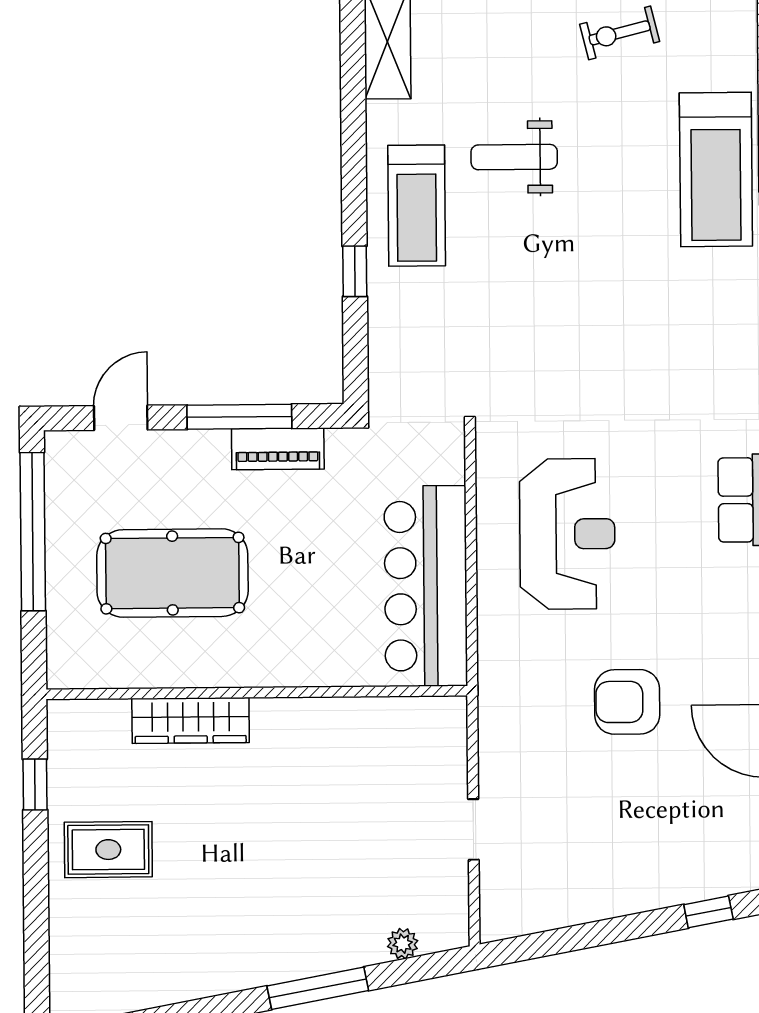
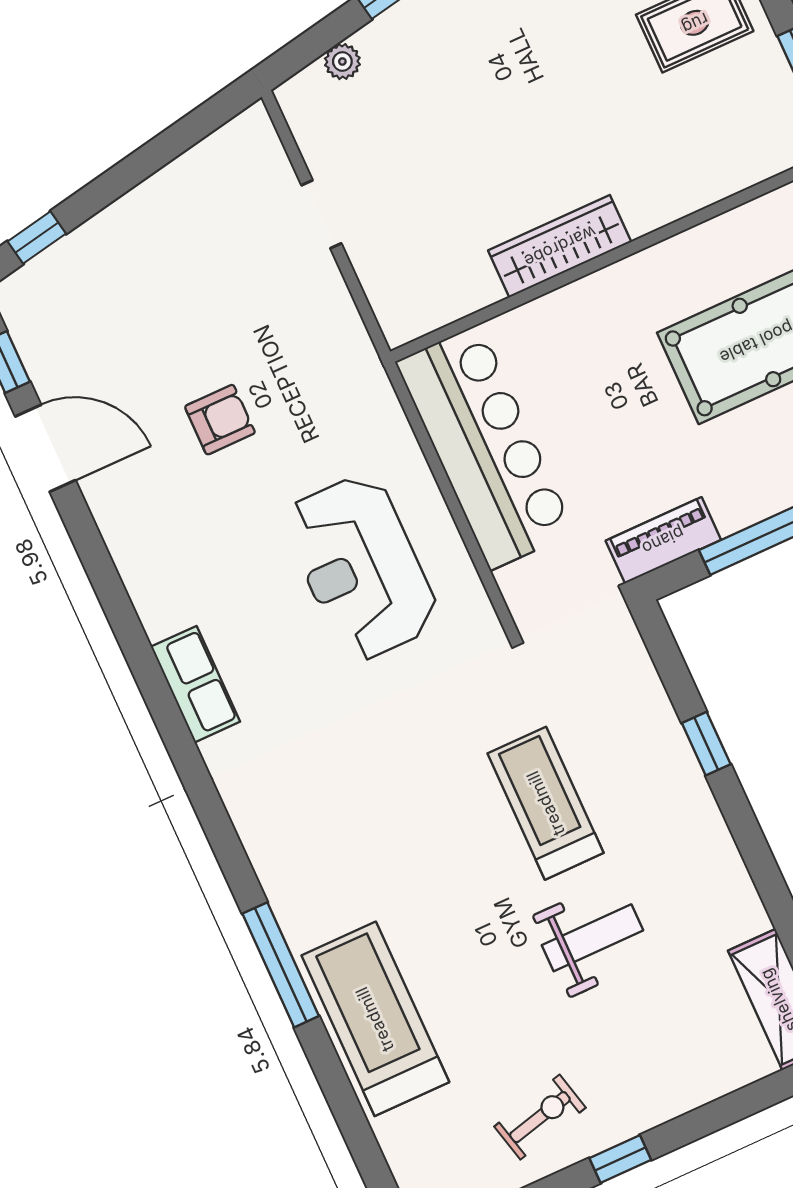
treadmill: (417, 206) -> (546, 803), moved
piano: (278, 449) -> (663, 540), moved
armchair: (627, 702) -> (220, 420), width x0.72, depth x0.72
wardrobe: (191, 720) -> (560, 246), moved

